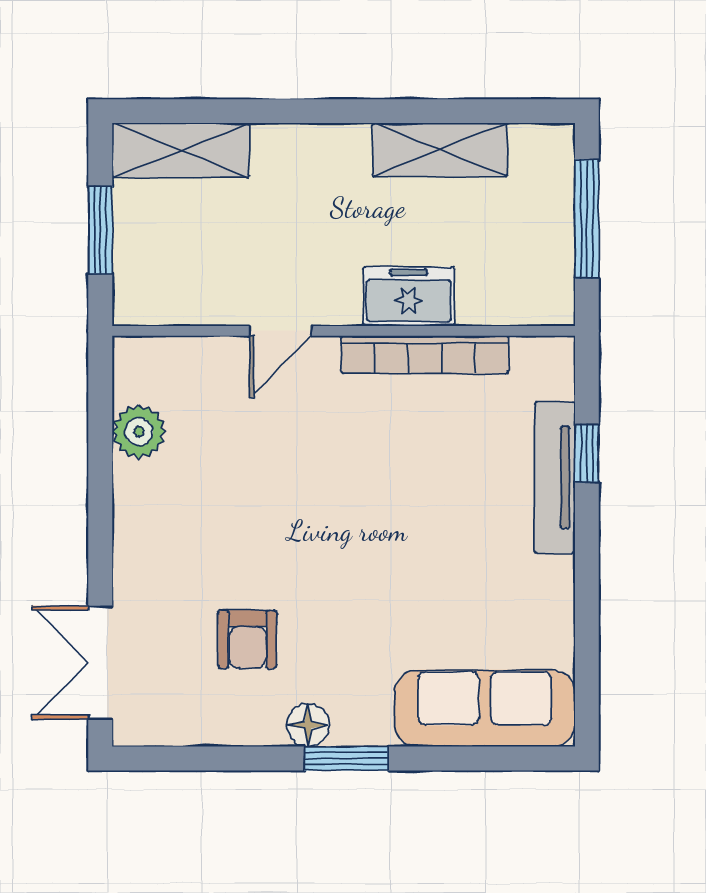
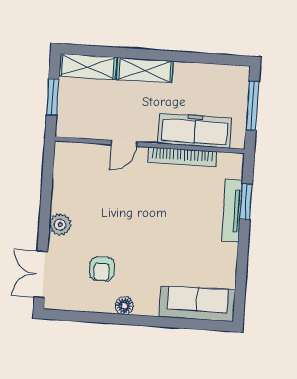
shelving: (440, 150) -> (145, 70), moved
freezer: (409, 296) -> (195, 131), width x1.91, depth x1.26
plant: (139, 432) -> (60, 225), moved
window: (587, 453) -> (246, 202), width x1.50
window: (346, 758) -> (139, 320), removed

